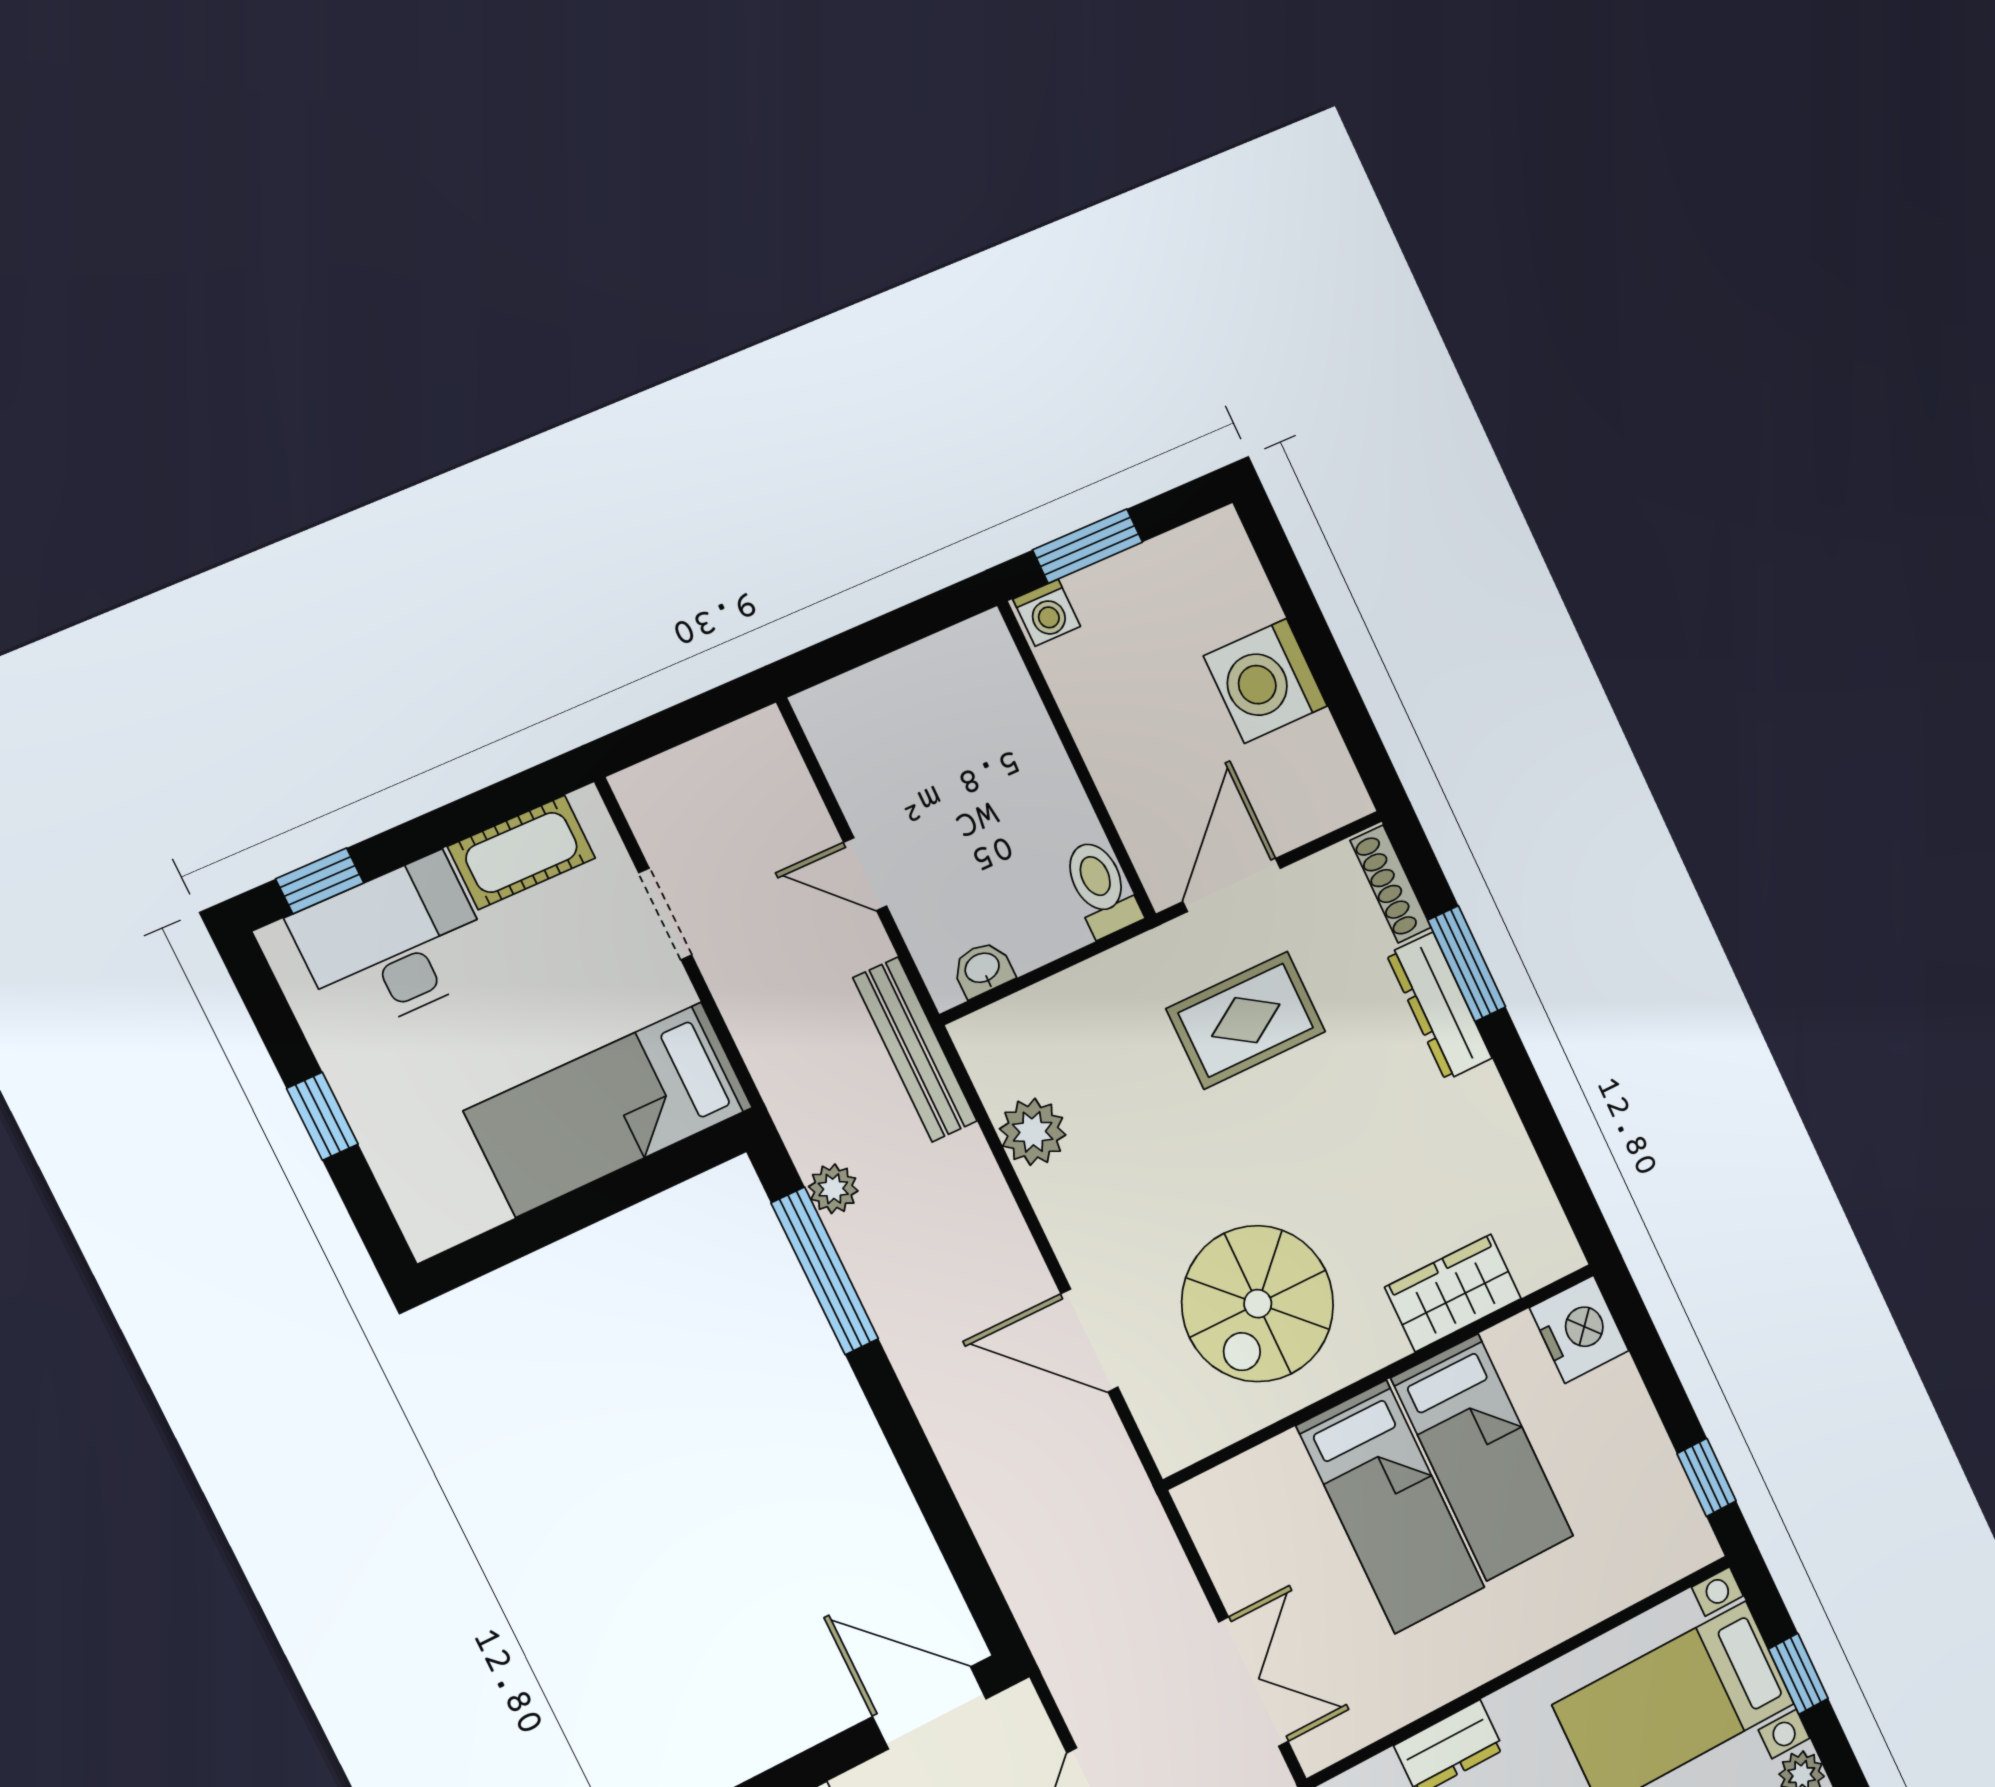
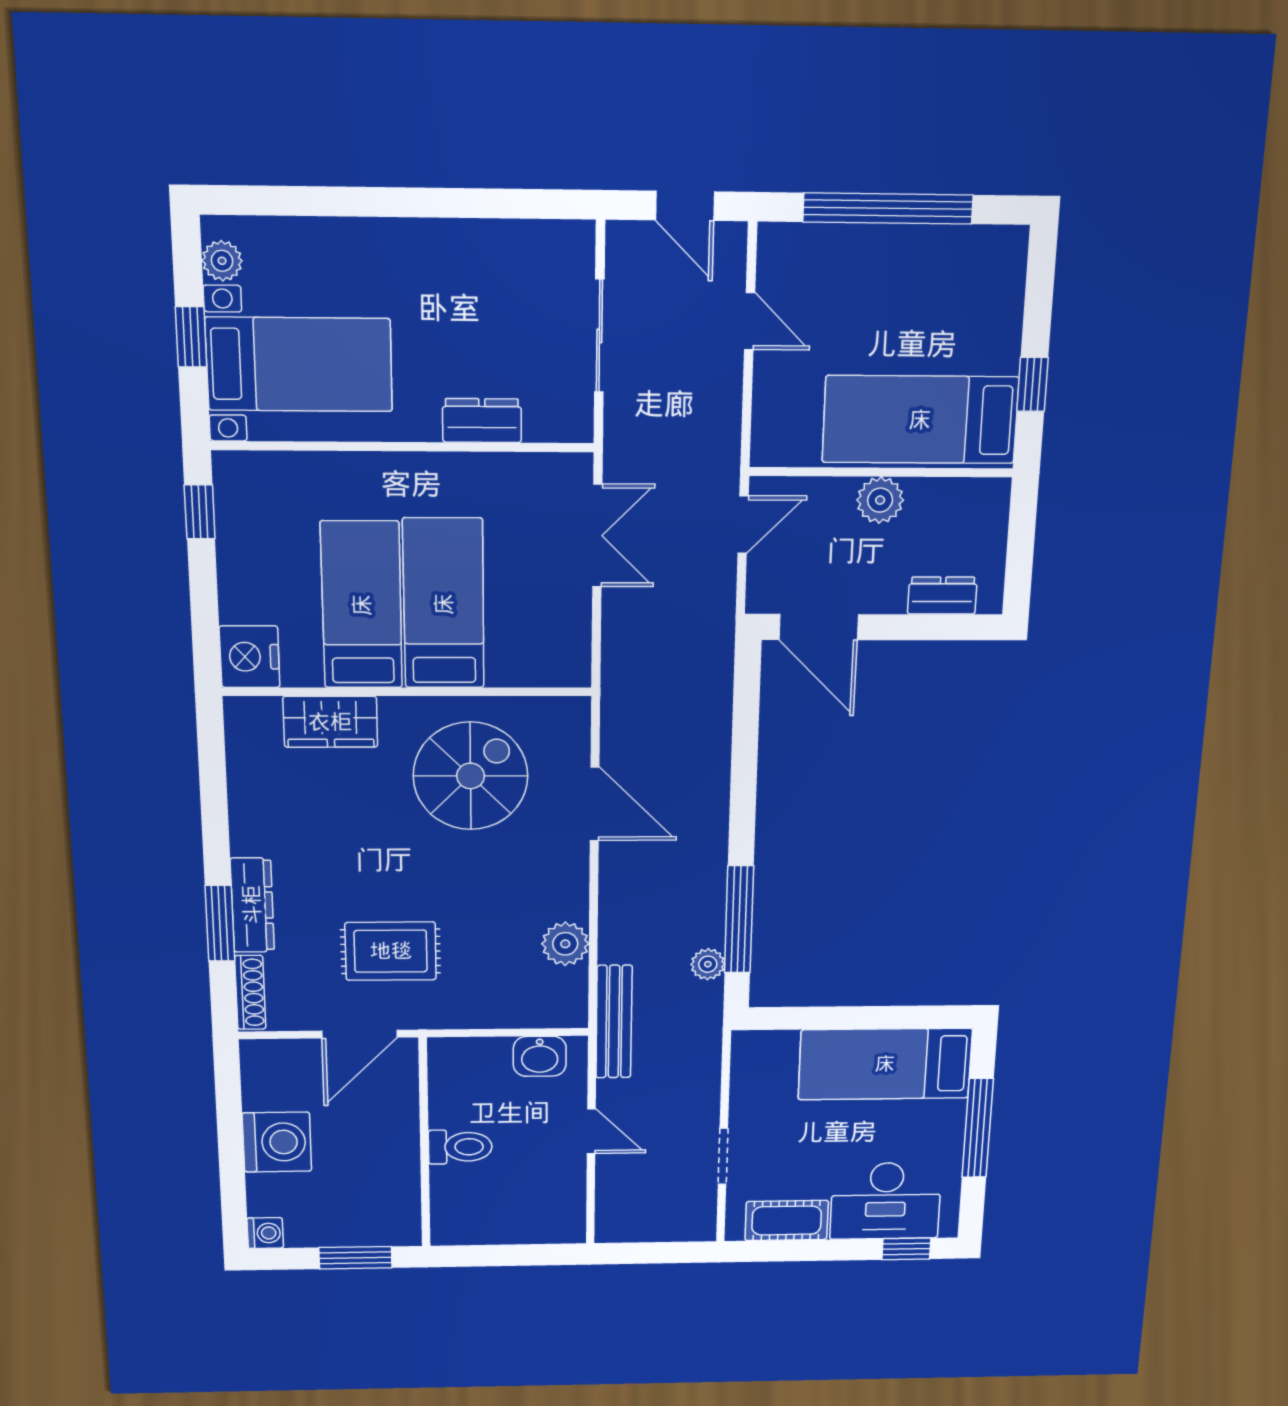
washing machine: (1047, 613) -> (265, 1233), moved, turned 90
toilet: (1101, 888) -> (460, 1147), moved, turned -90
washbasin: (983, 969) -> (540, 1056), width x1.38, depth x1.45
bed: (609, 1109) -> (885, 1064), moved, turned 180
window: (322, 1116) -> (978, 1128), width x2.17
double door: (1253, 1682) -> (597, 536), swing flipped

